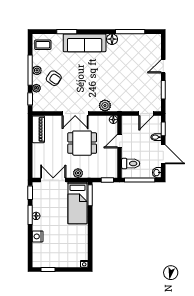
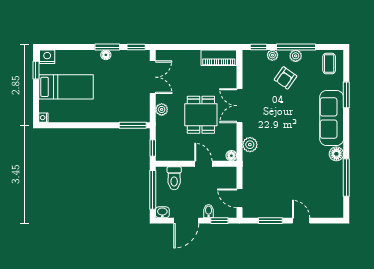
bed: (77, 203) -> (66, 87), moved, turned 180
nightstand: (38, 236) -> (47, 57), moved

